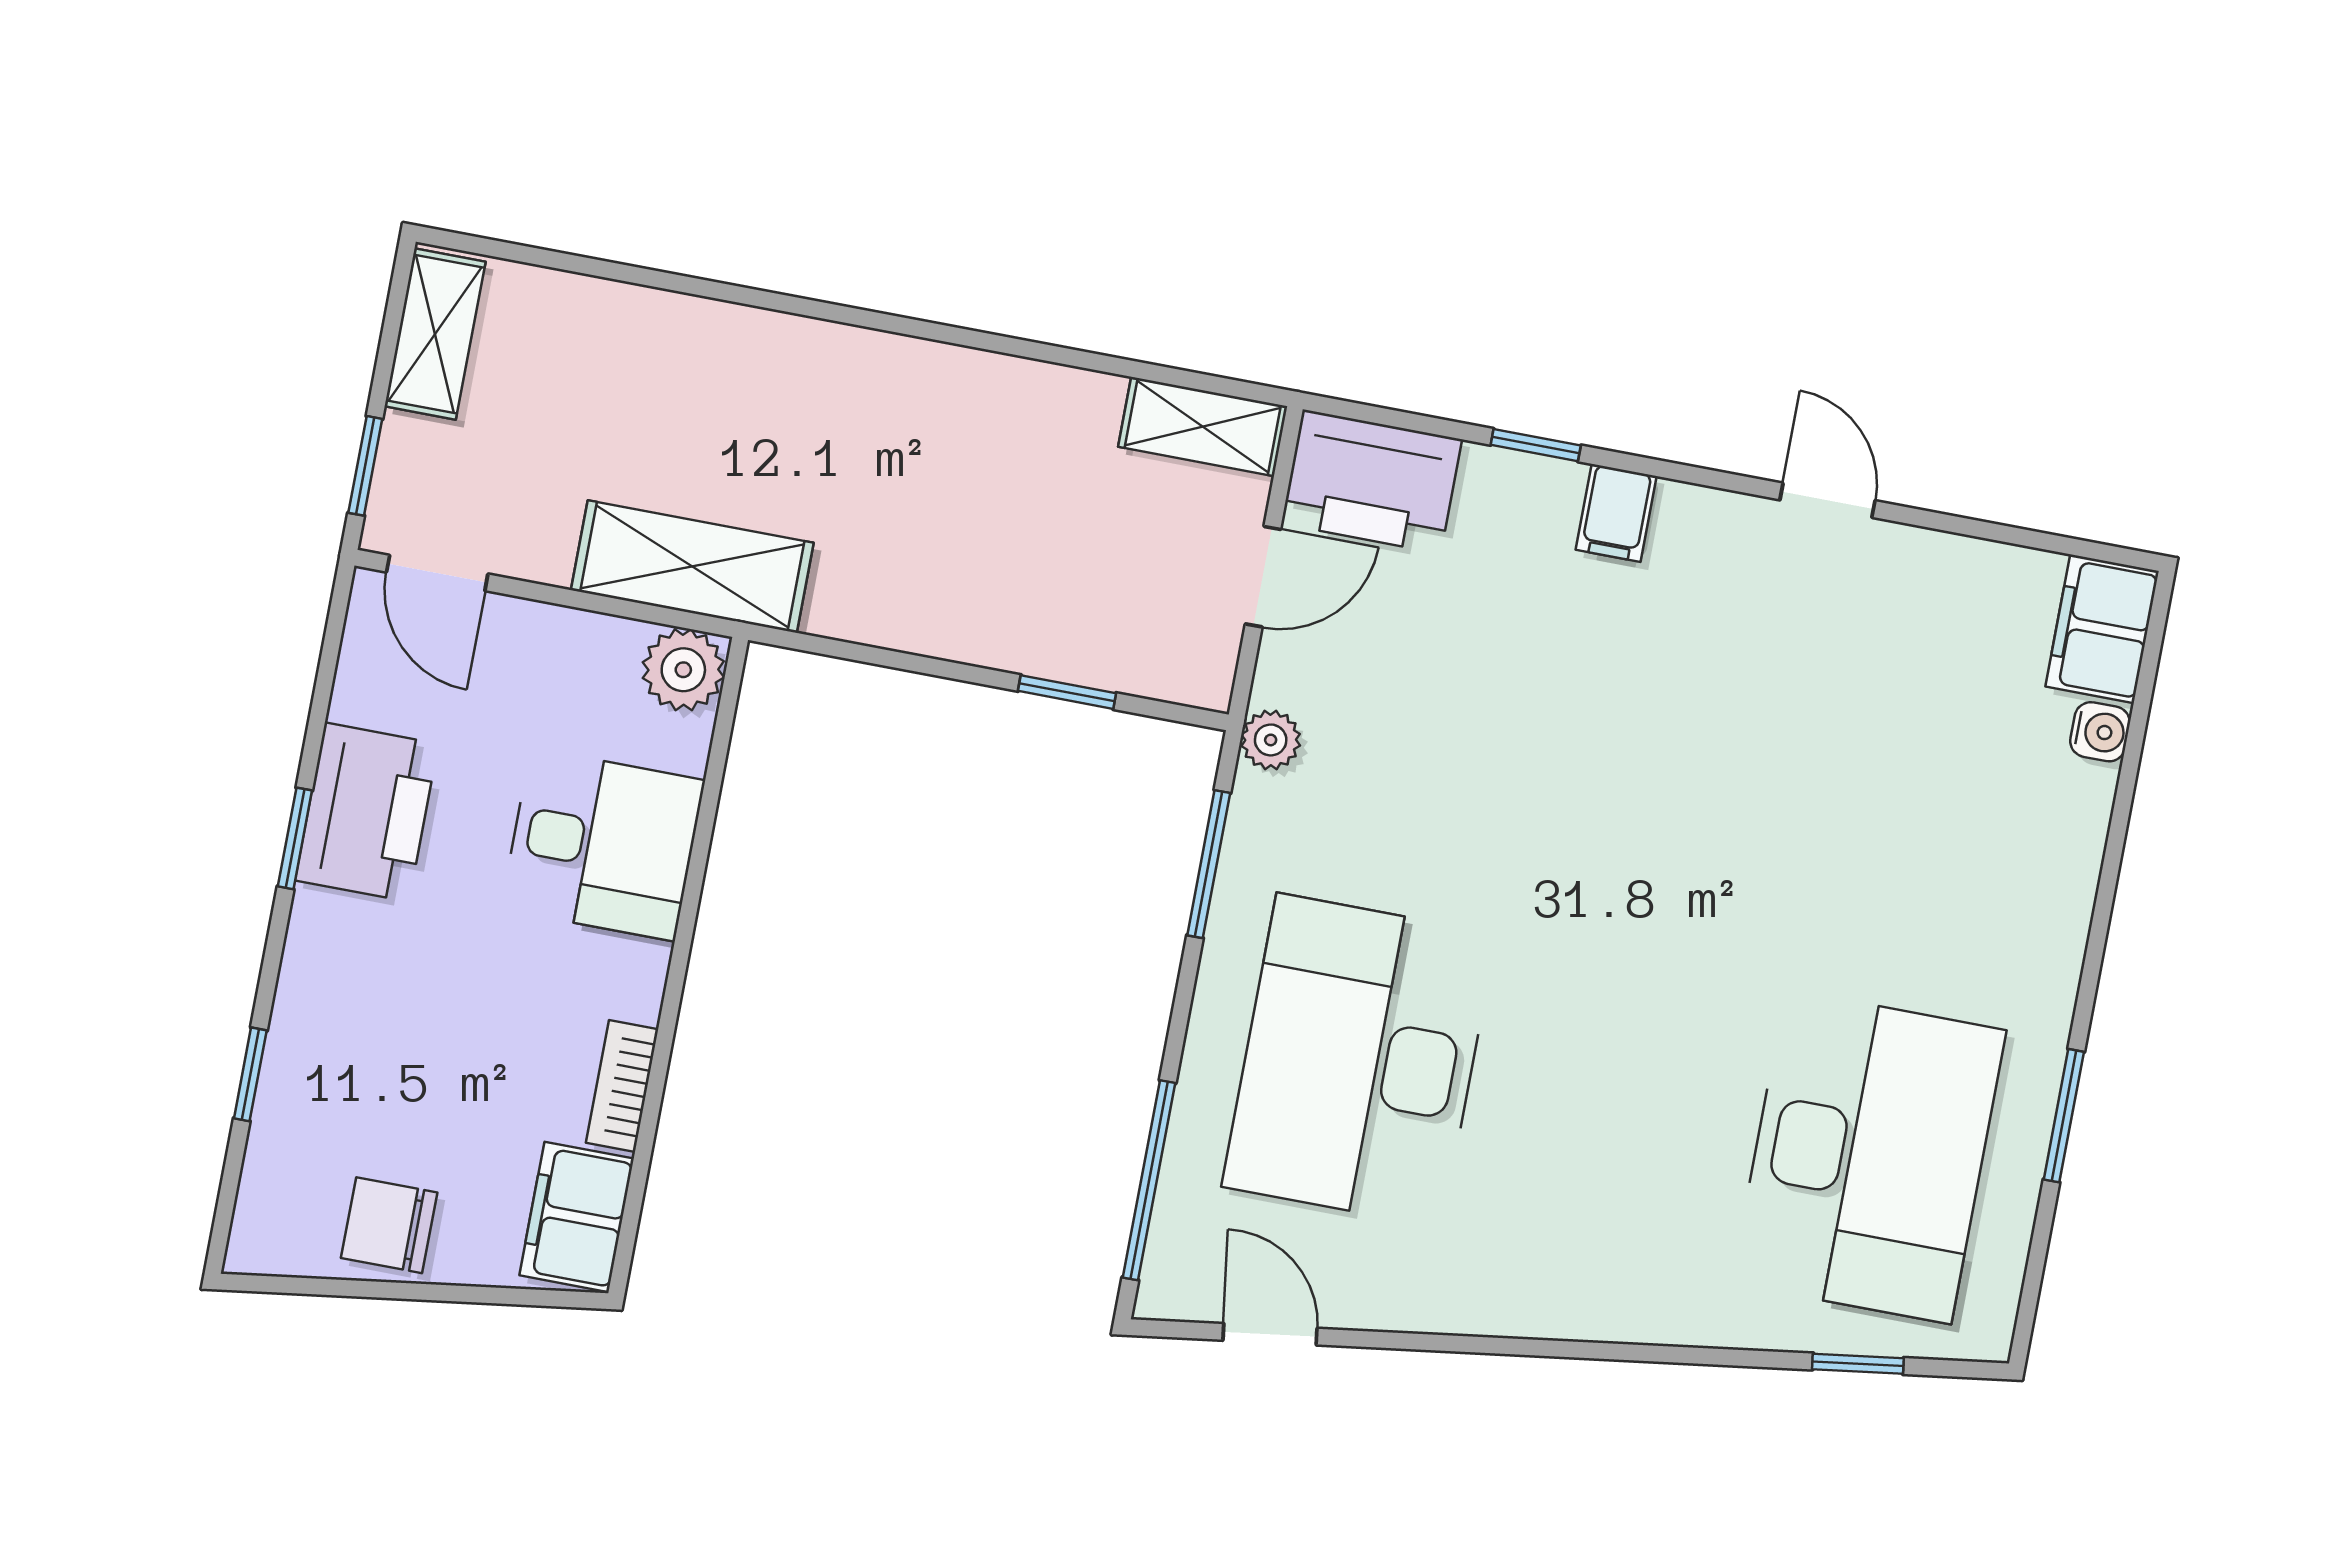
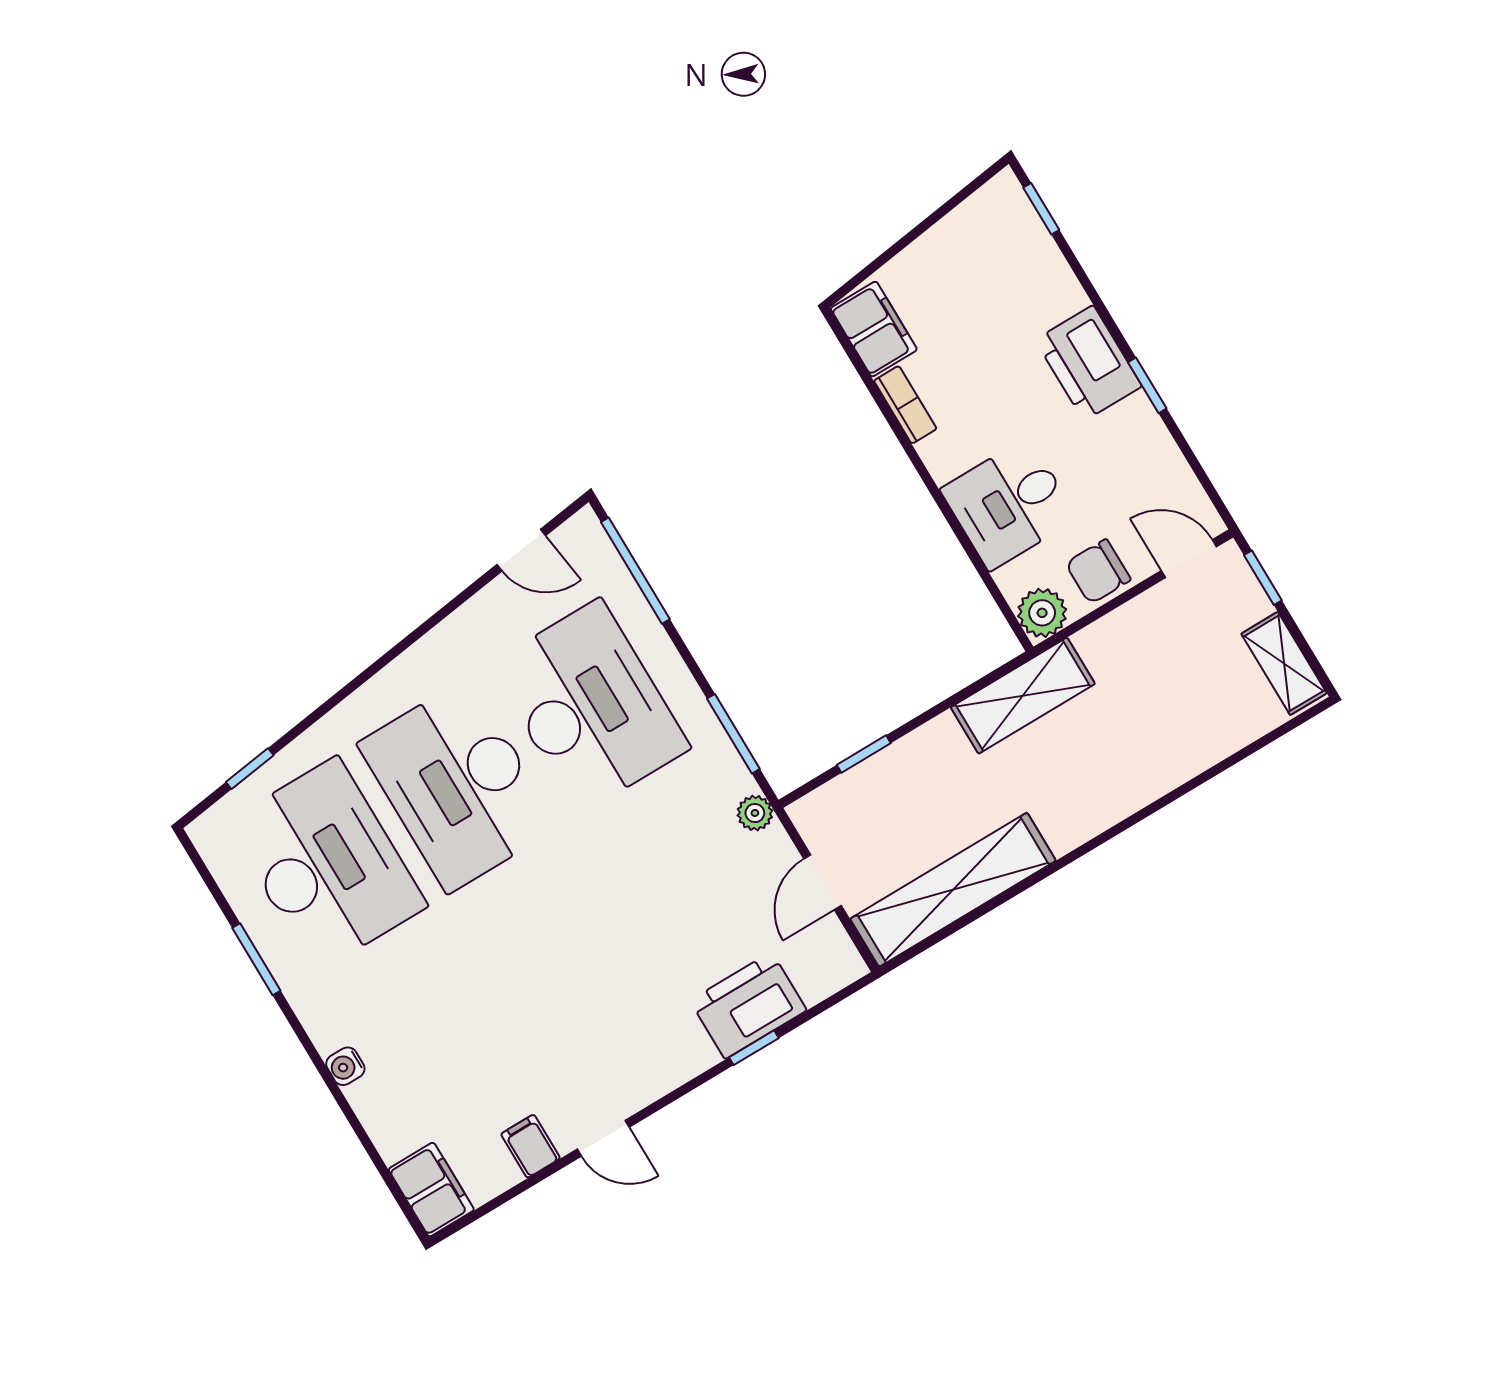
shelving: (1203, 427) -> (953, 890), width x2.20, depth x1.33
printer: (1372, 481) -> (748, 1005), moved
filing cabinet: (1616, 513) -> (531, 1146), moved
shelving: (692, 566) -> (1023, 696), moved
water cooler: (2100, 732) -> (345, 1066), moved
printer: (367, 812) -> (1089, 363), moved
window: (250, 1074) -> (1041, 209), moved
desk: (1614, 1108) -> (458, 785), added
desk: (1869, 1157) -> (327, 864), turned 180
chair: (389, 1225) -> (1098, 572), moved, turned 180

